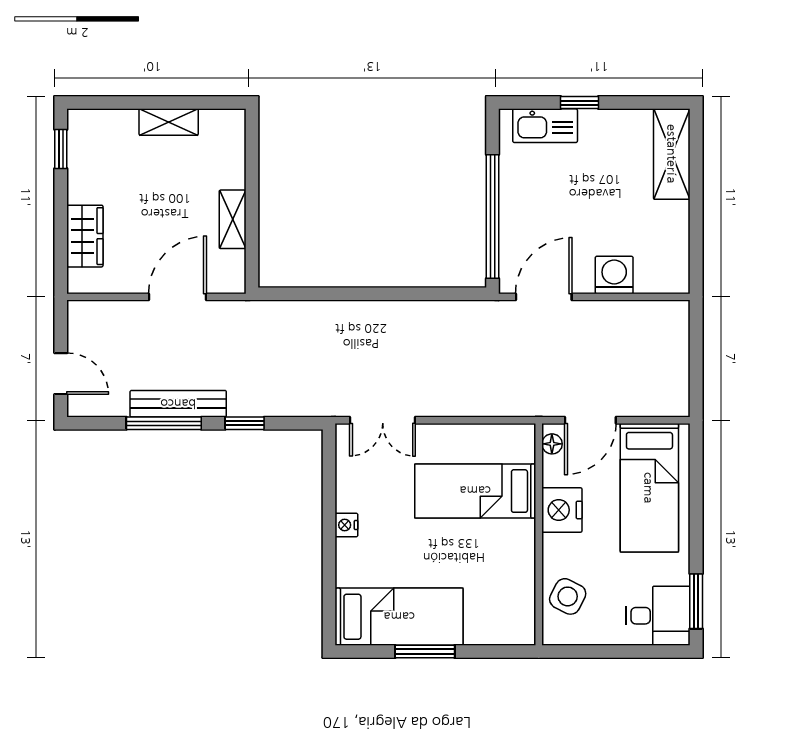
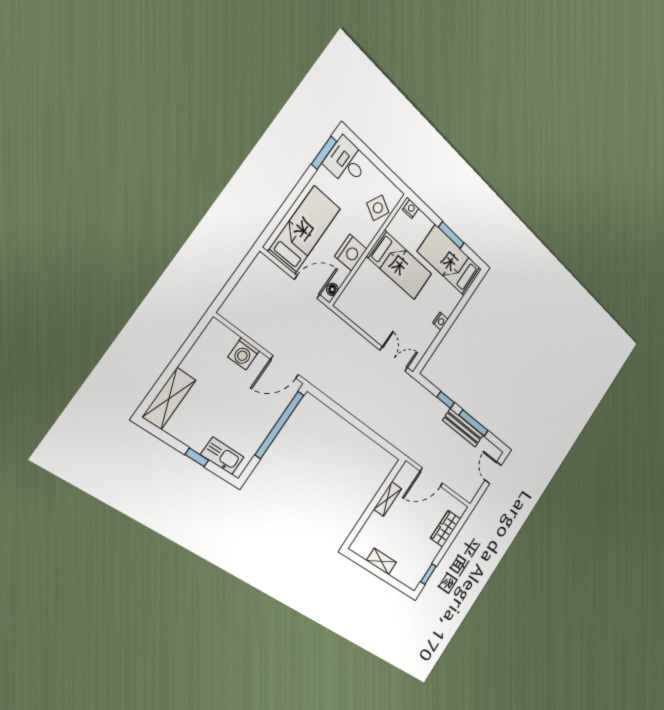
bed: (475, 491) -> (399, 265), moved
nightstand: (517, 634) -> (411, 209), added

